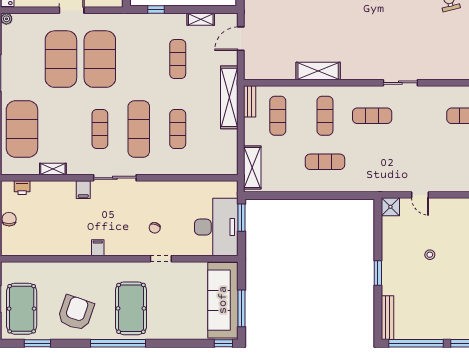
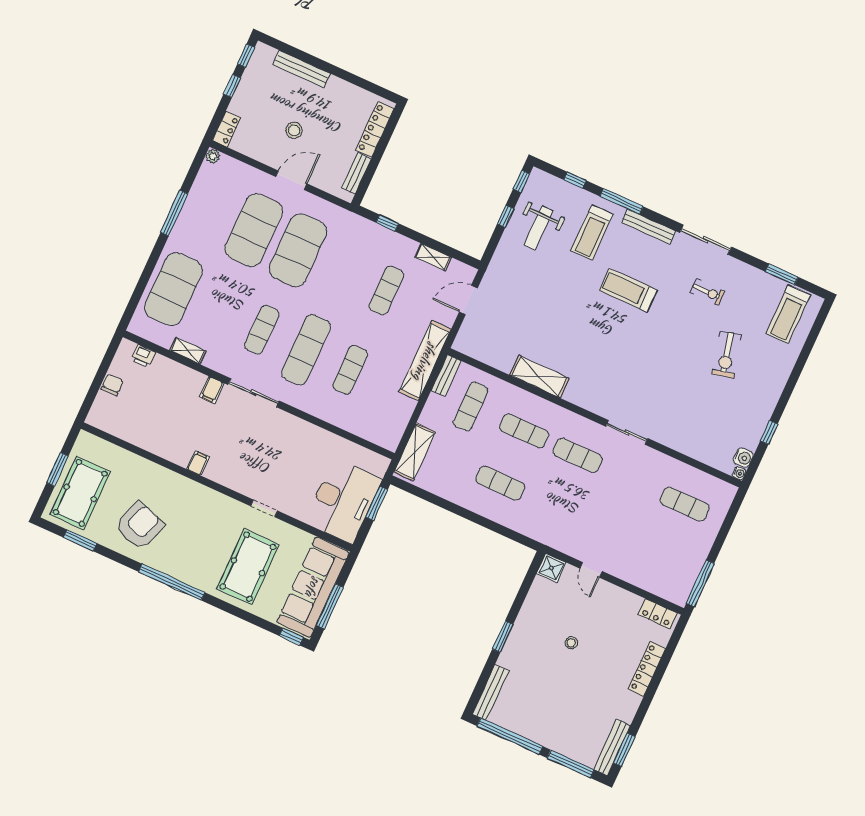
exercise mat: (325, 116) -> (524, 431), turned 90
chair: (155, 228) -> (273, 470), removed
pool table: (131, 308) -> (248, 567), moved

